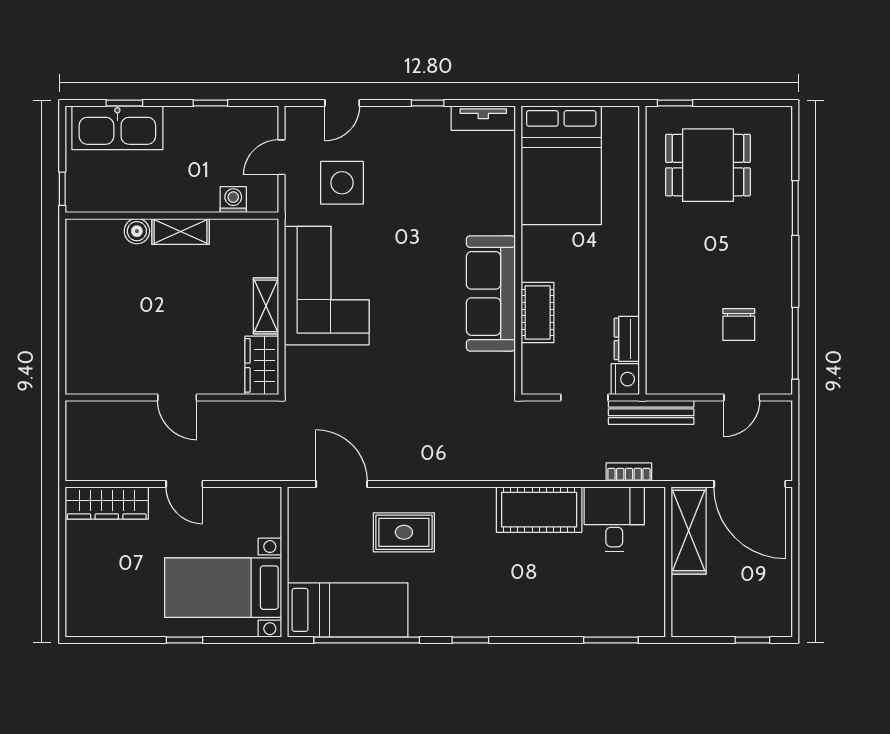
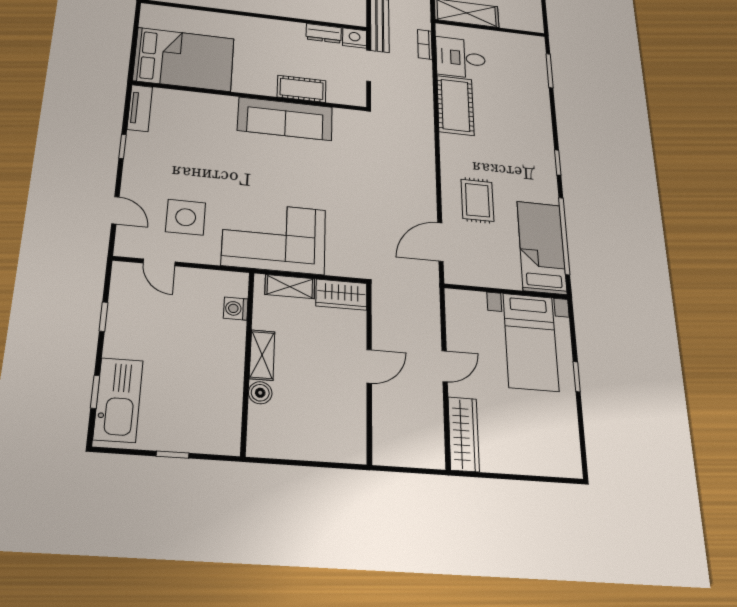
washing machine: (233, 200) -> (236, 309), moved
wall: (172, 216) -> (247, 361), moved
boiler: (137, 231) -> (260, 393), moved
shelving: (181, 231) -> (262, 355), moved

